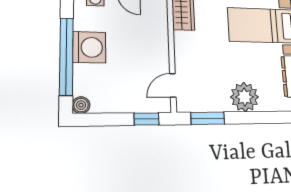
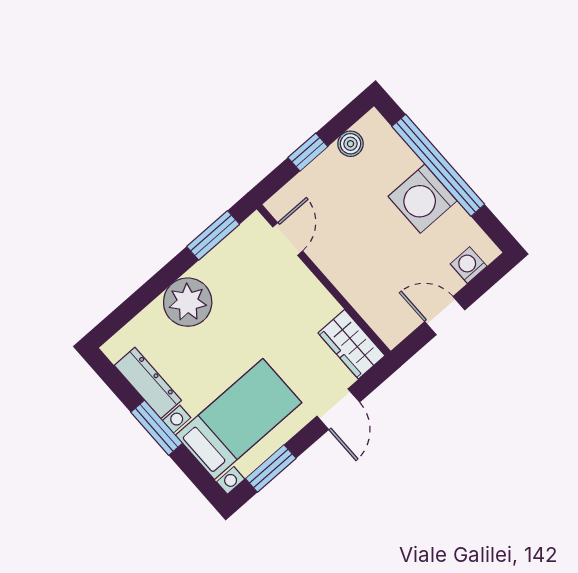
boiler: (81, 105) -> (350, 144), moved
window: (147, 119) -> (308, 152), moved

